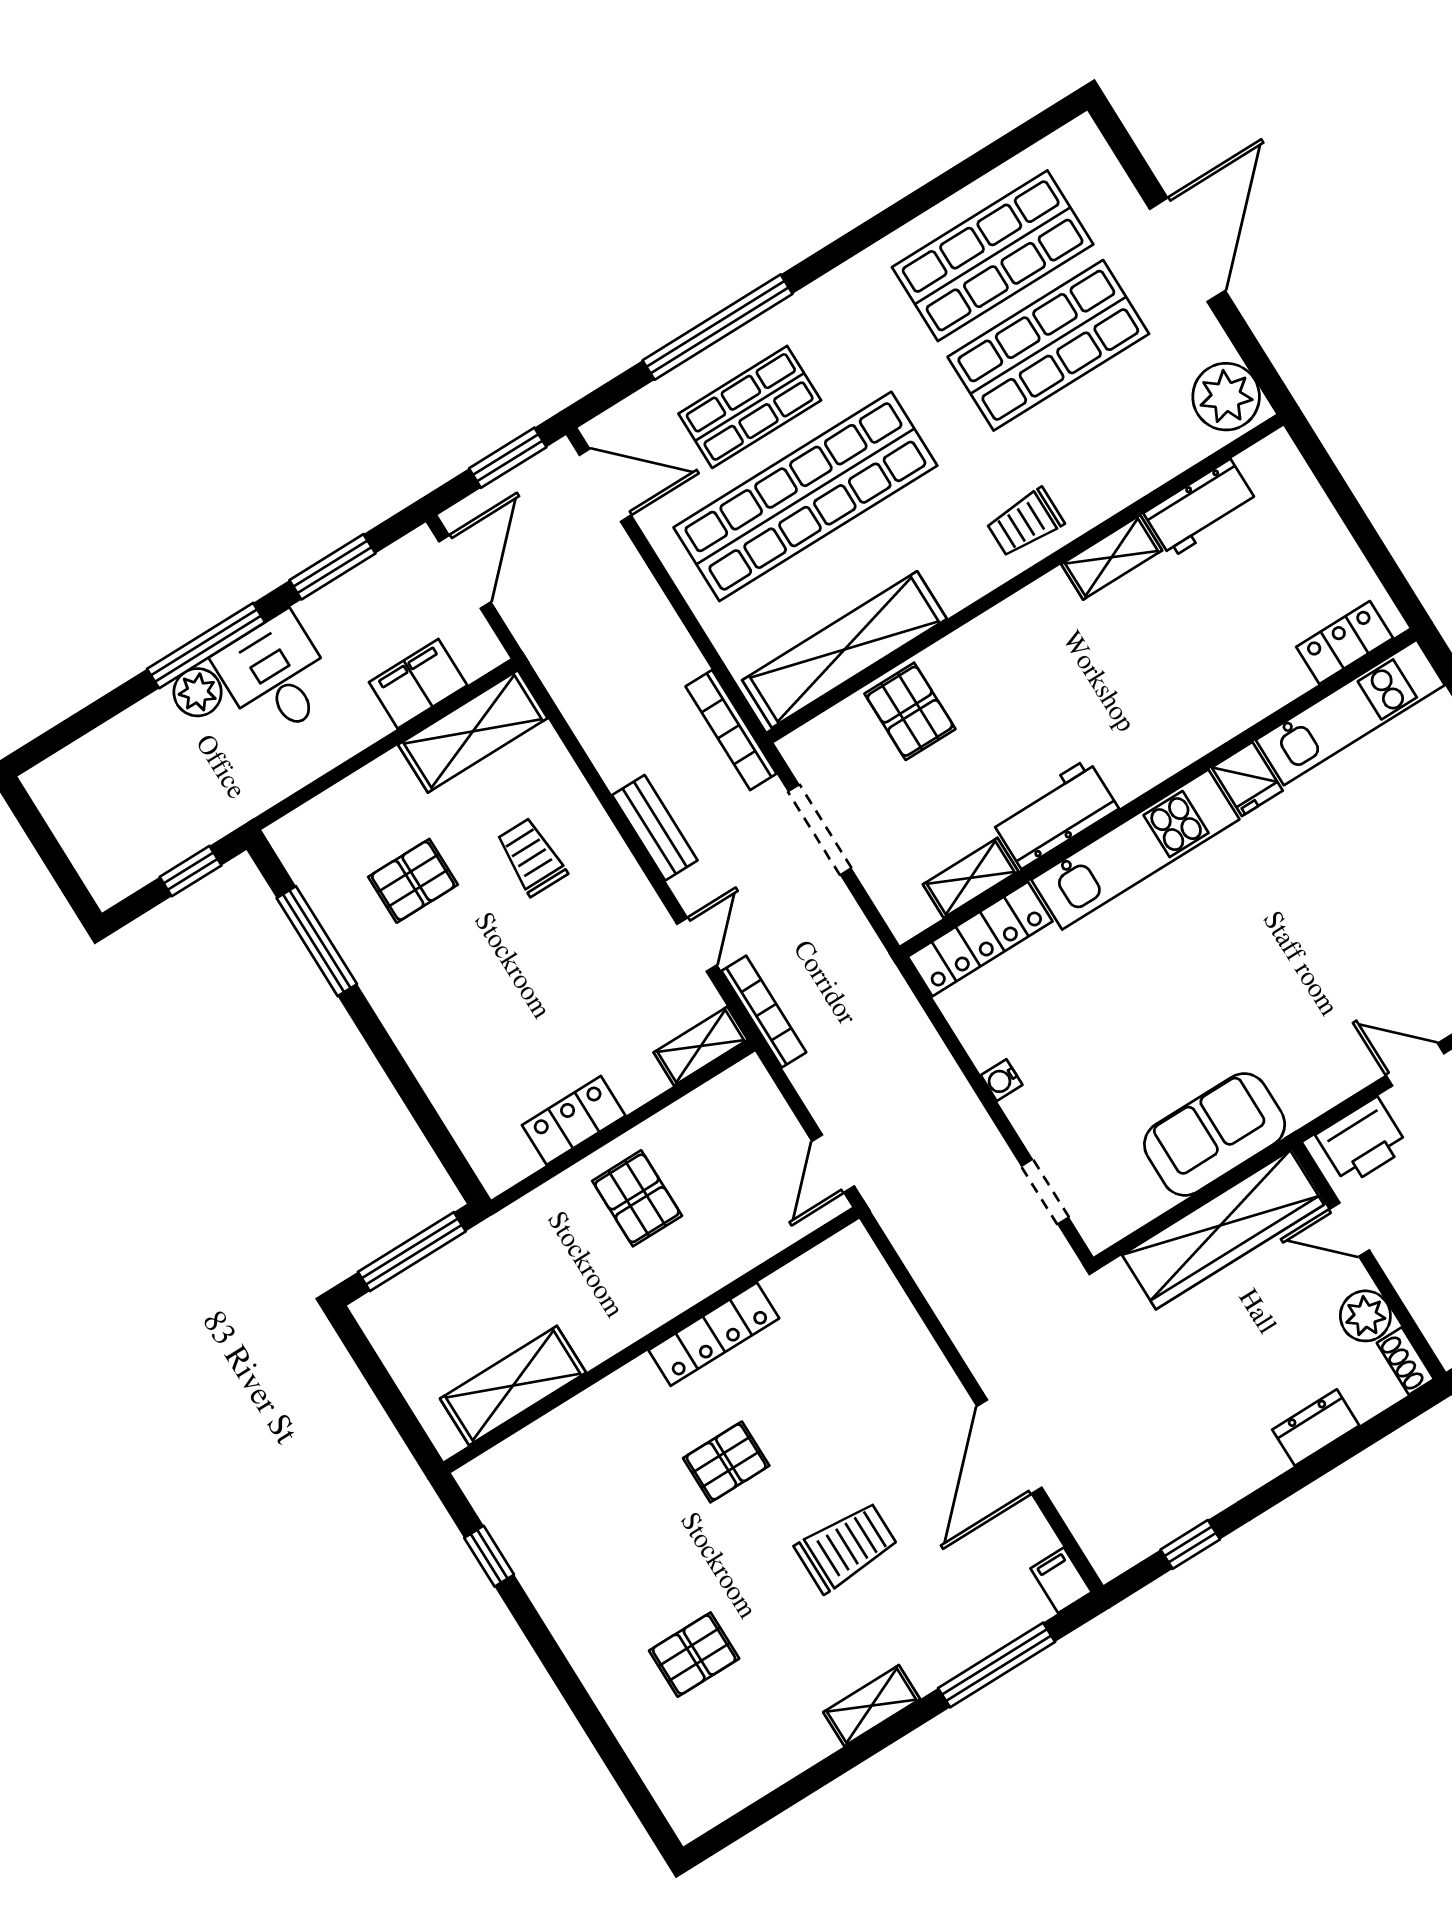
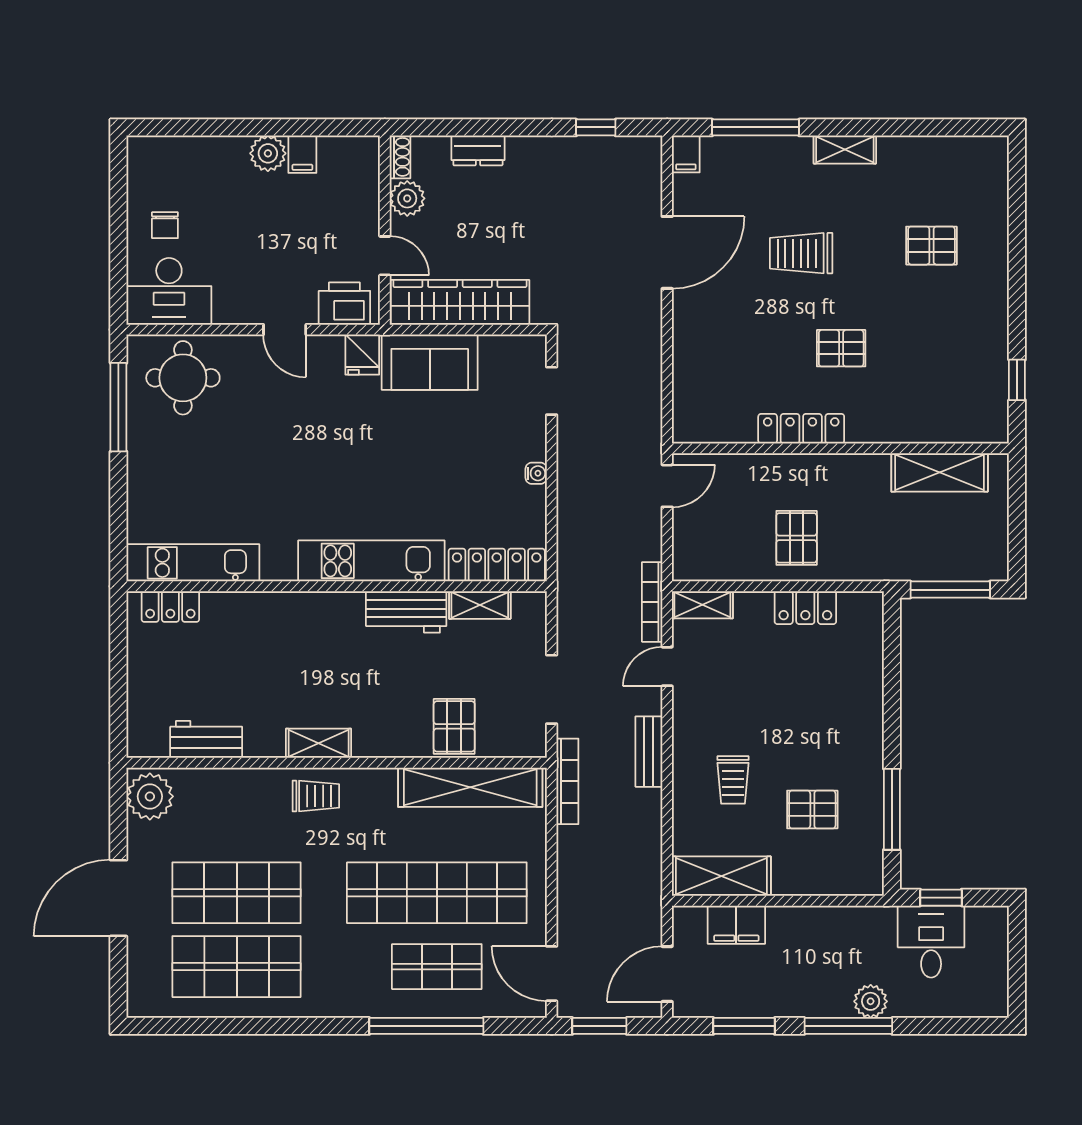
shelving: (1112, 557) -> (319, 743), moved
desk: (276, 676) -> (931, 942), moved, turned 180
fridge: (1247, 779) -> (362, 355), moved, turned 180

